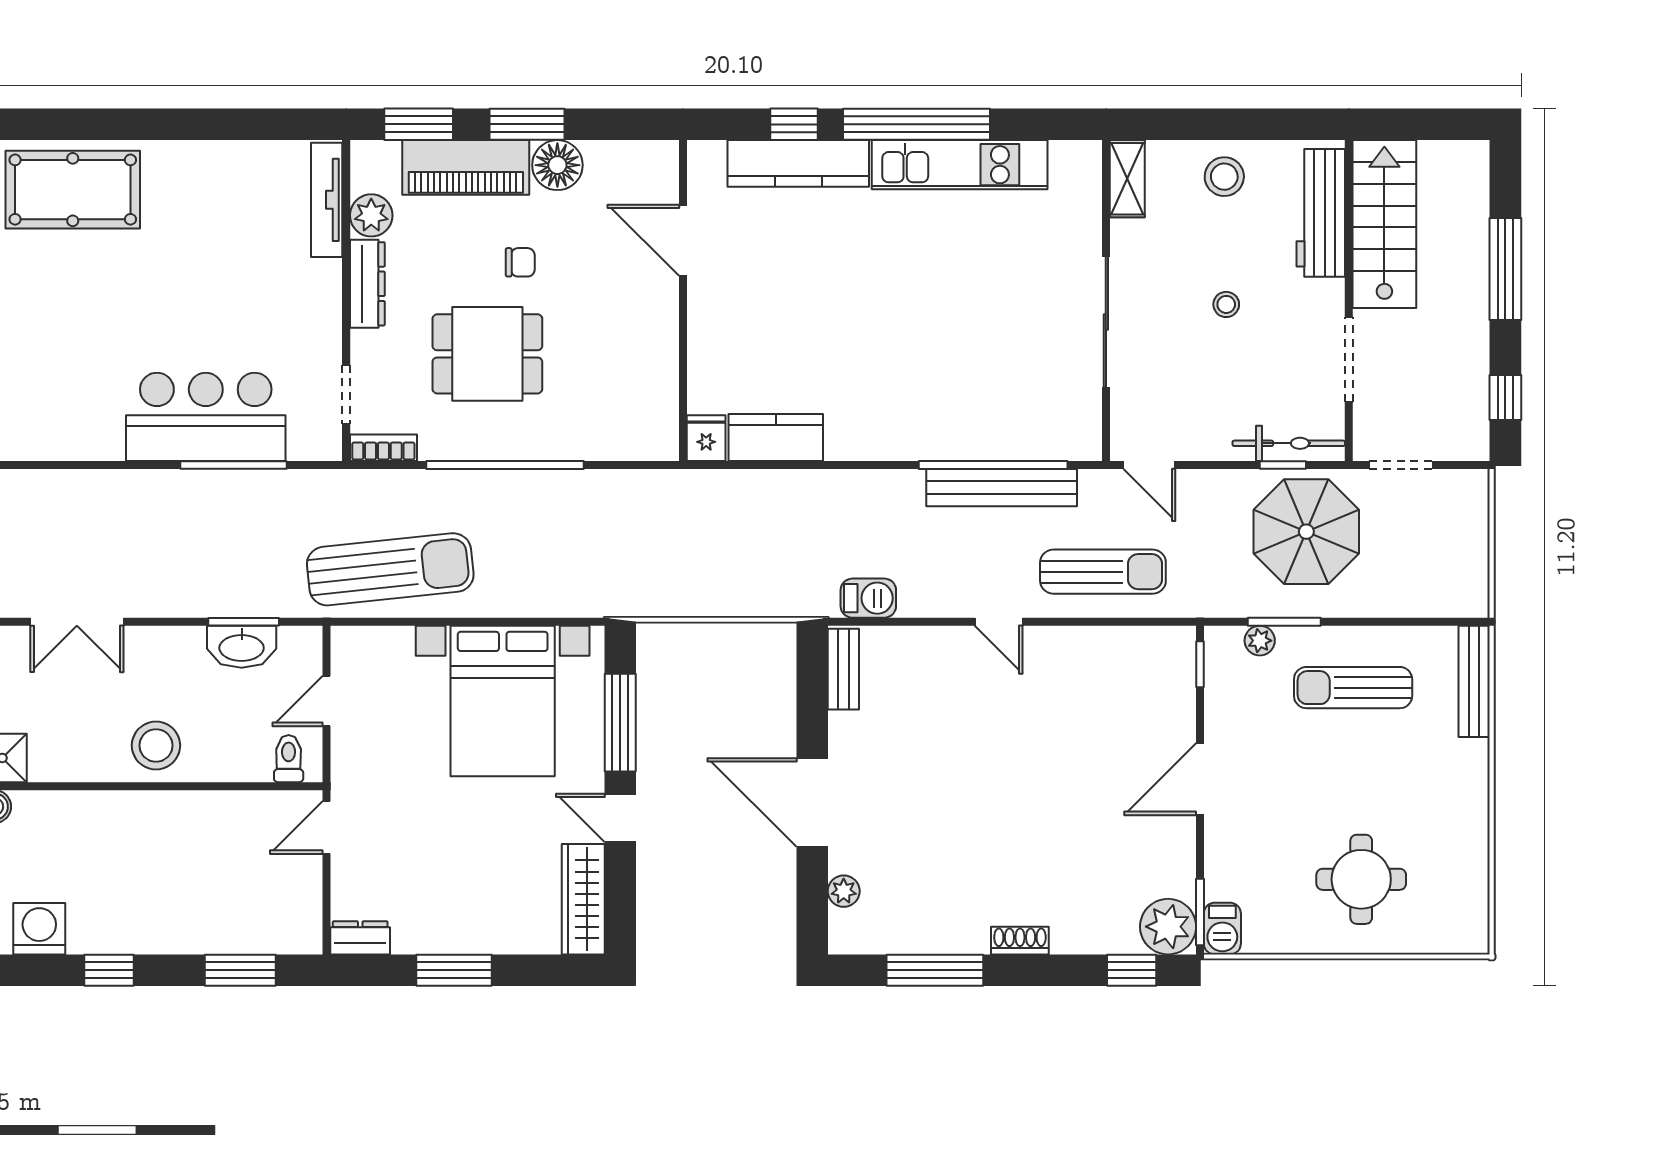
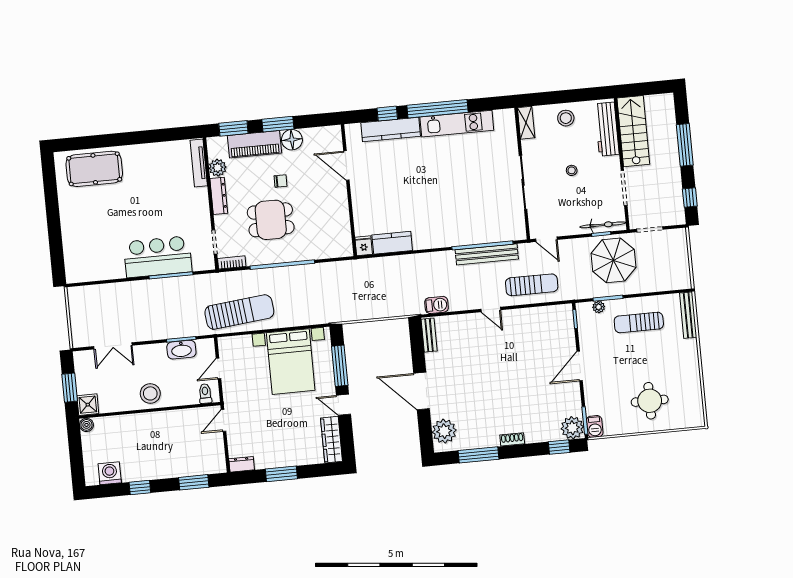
plant: (844, 891) -> (444, 431), width x1.87, depth x1.87

